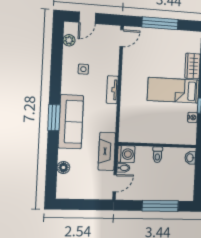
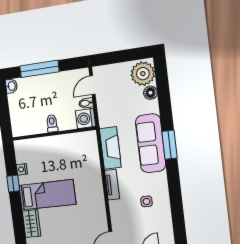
plant: (69, 40) -> (143, 74), moved, width x1.87, depth x1.87
fireplace: (107, 151) -> (110, 148), moved
washbasin: (190, 158) -> (11, 86), moved

